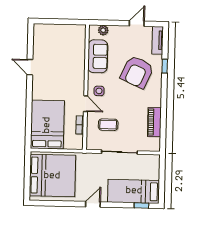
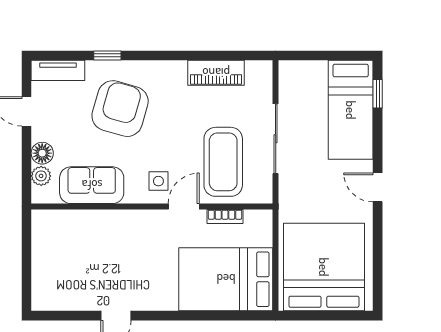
floor lamp: (115, 31) -> (42, 153), added
armchair: (137, 72) -> (120, 109), turned -98
coffee table: (108, 125) -> (223, 162), width x1.86, depth x1.72

